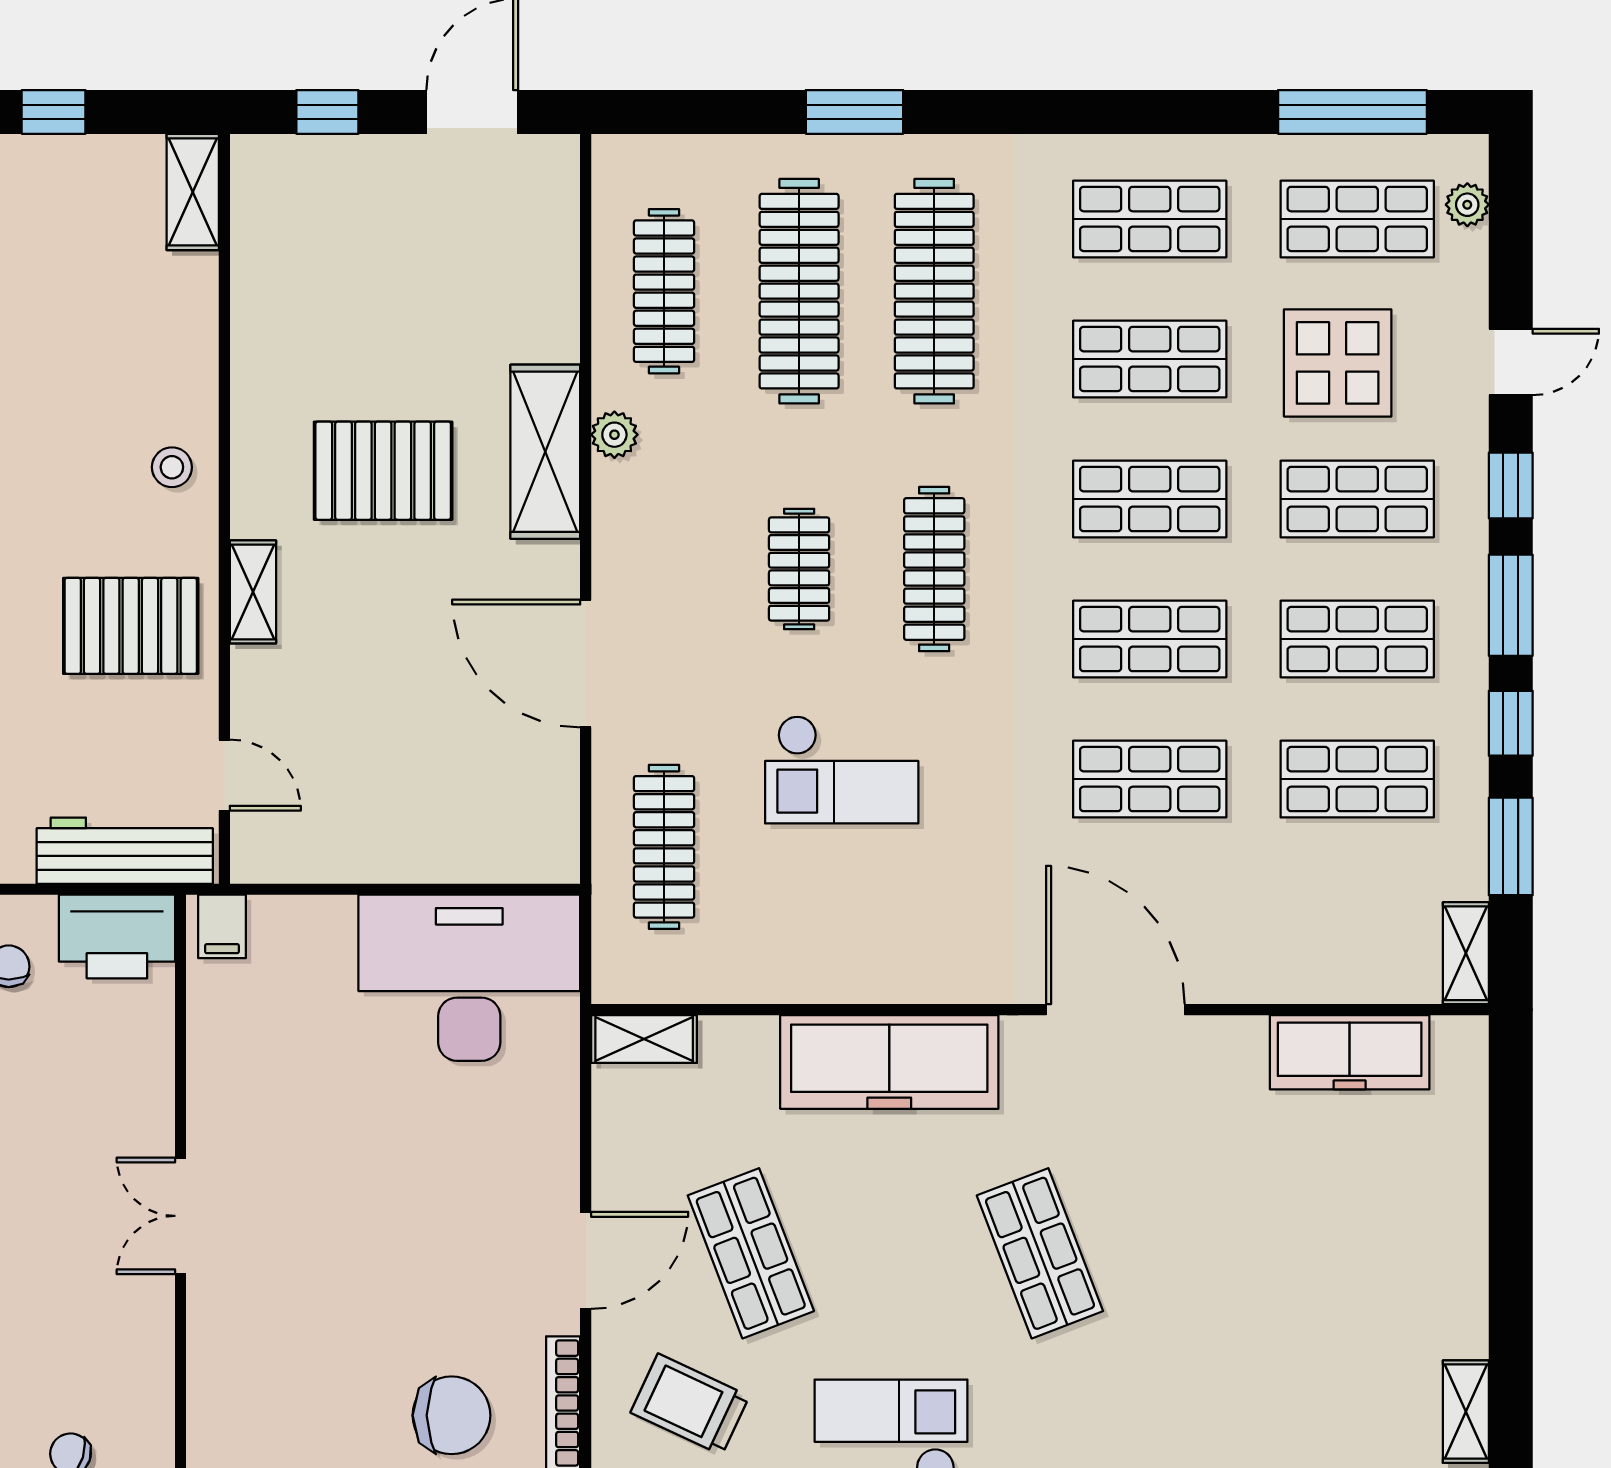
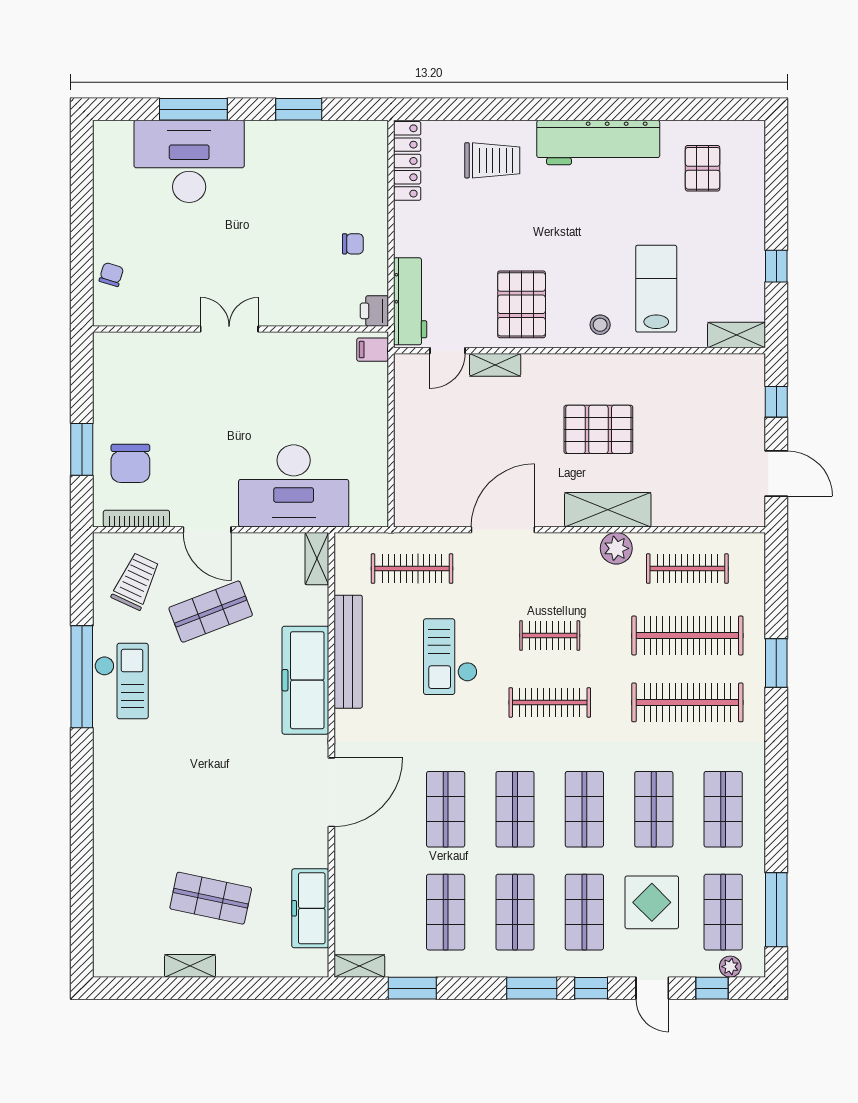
lab bench: (99, 354) -> (656, 289), added
plant: (614, 435) -> (616, 548), width x1.38, depth x1.38
pallet: (383, 471) -> (598, 429), turned 90
shelving: (253, 592) -> (495, 365), moved
window: (1511, 723) -> (712, 988), moved
printer: (117, 936) -> (374, 311), width x0.53, depth x0.68
bench: (832, 976) -> (348, 652), added
desk: (469, 978) -> (294, 486), moved, turned 90
shop shelf: (1040, 1253) -> (211, 898), moved, turned 33
shelving: (1466, 1412) -> (190, 966), moved

